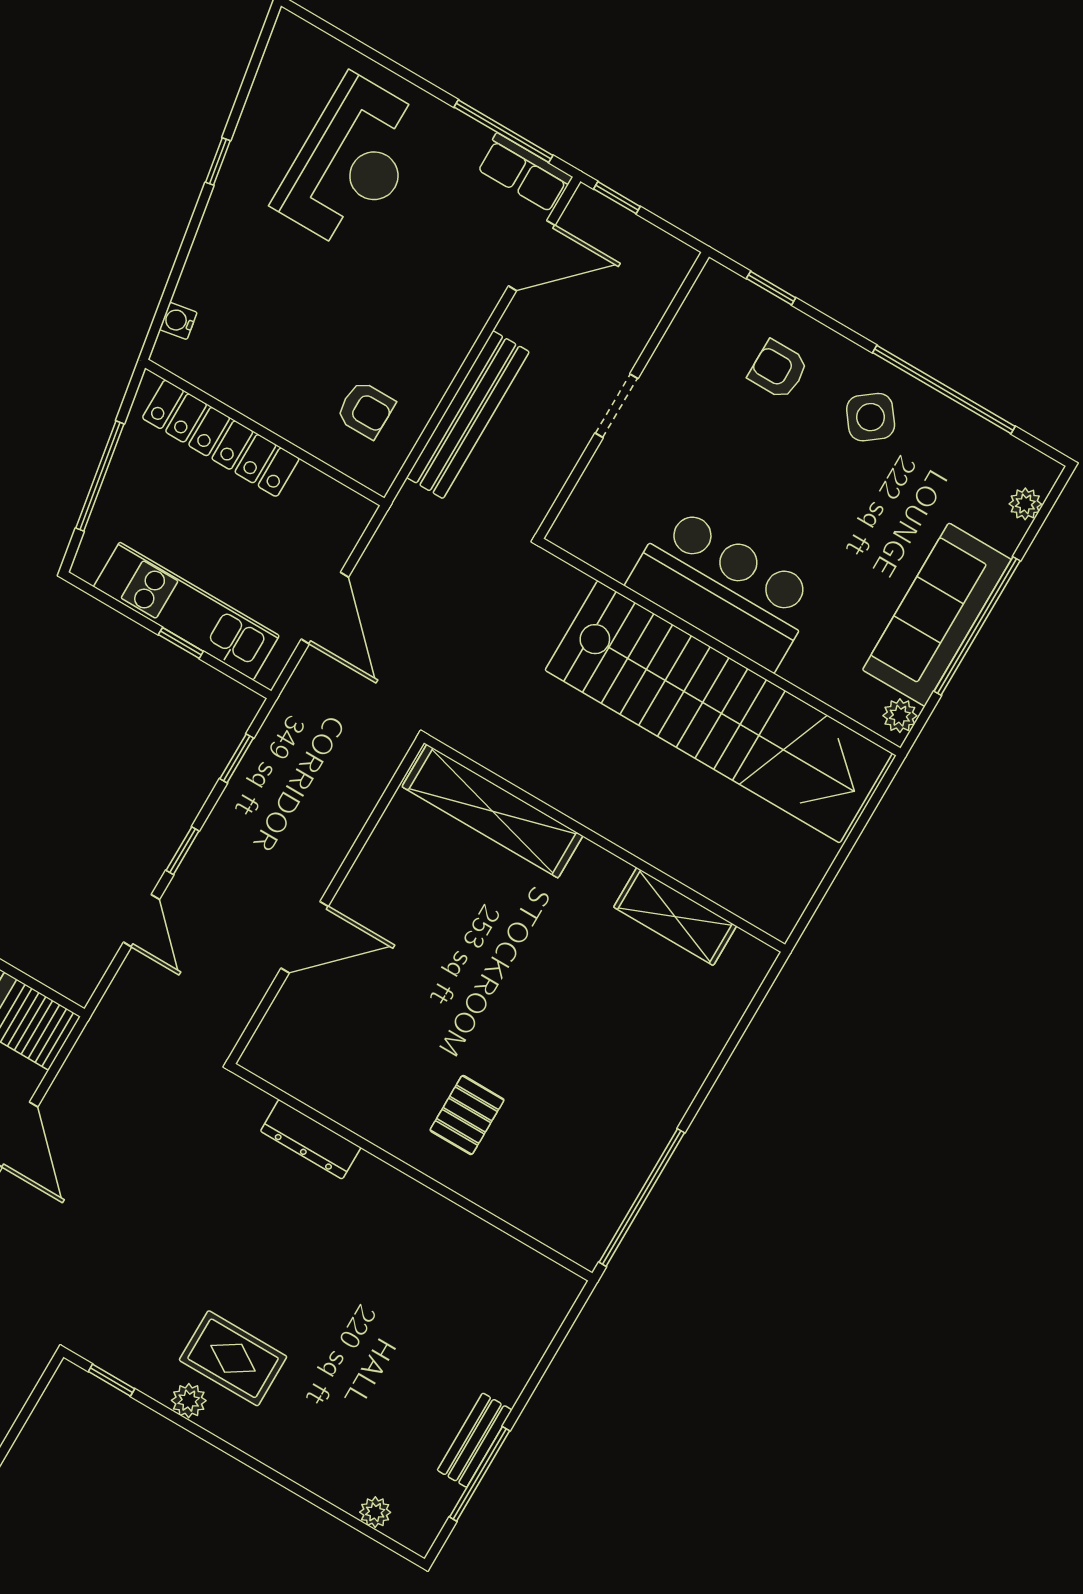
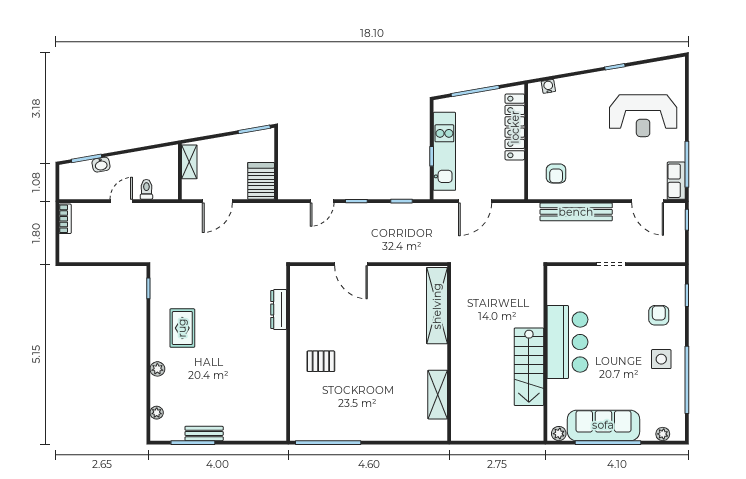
side table: (871, 417) -> (661, 359), turned 37
stairs: (719, 712) -> (529, 367), width x0.54, depth x0.66
plant: (189, 1401) -> (157, 369), moved

